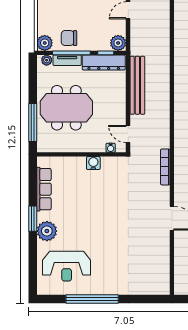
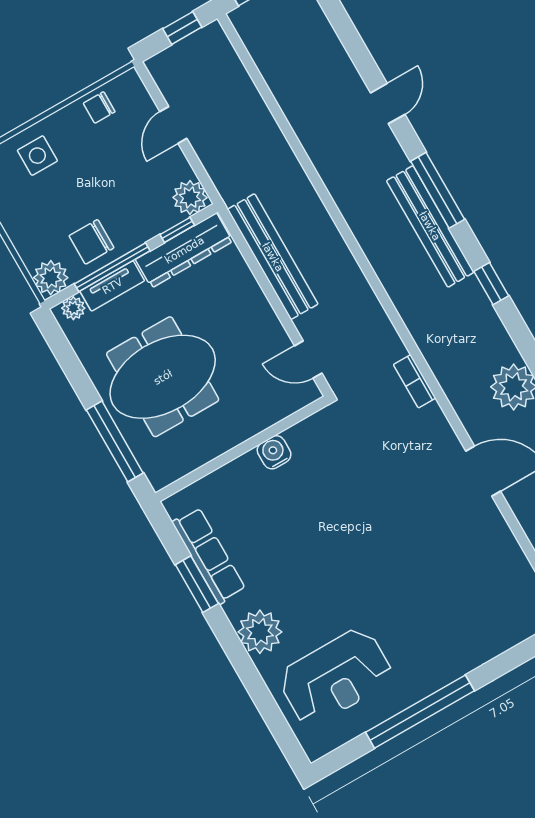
water cooler: (111, 148) -> (290, 404), removed
bookcase: (165, 167) -> (415, 381), width x0.64
window: (33, 219) -> (197, 584), moved

